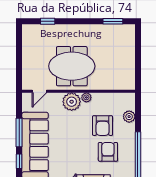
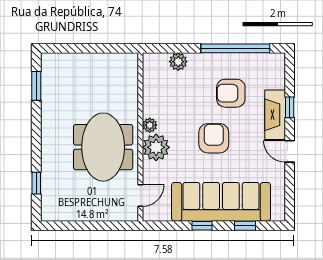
door: (39, 91) -> (140, 196), hinge flipped
armchair: (103, 126) -> (214, 138), moved, turned -90
window: (19, 132) -> (202, 226), width x0.46

